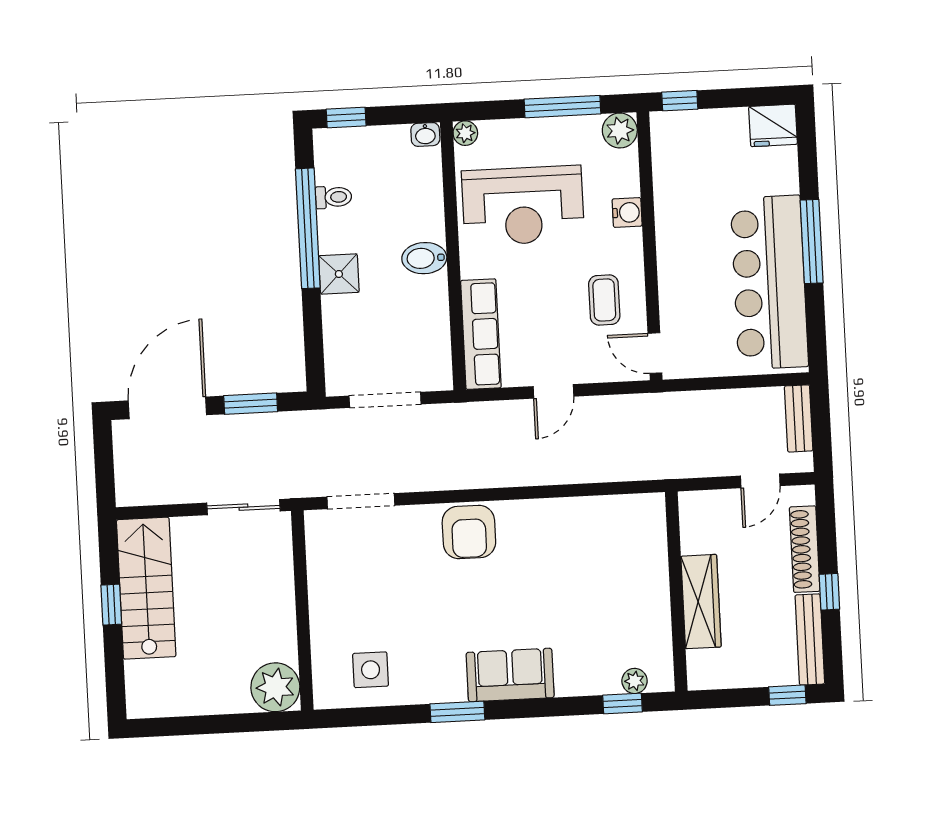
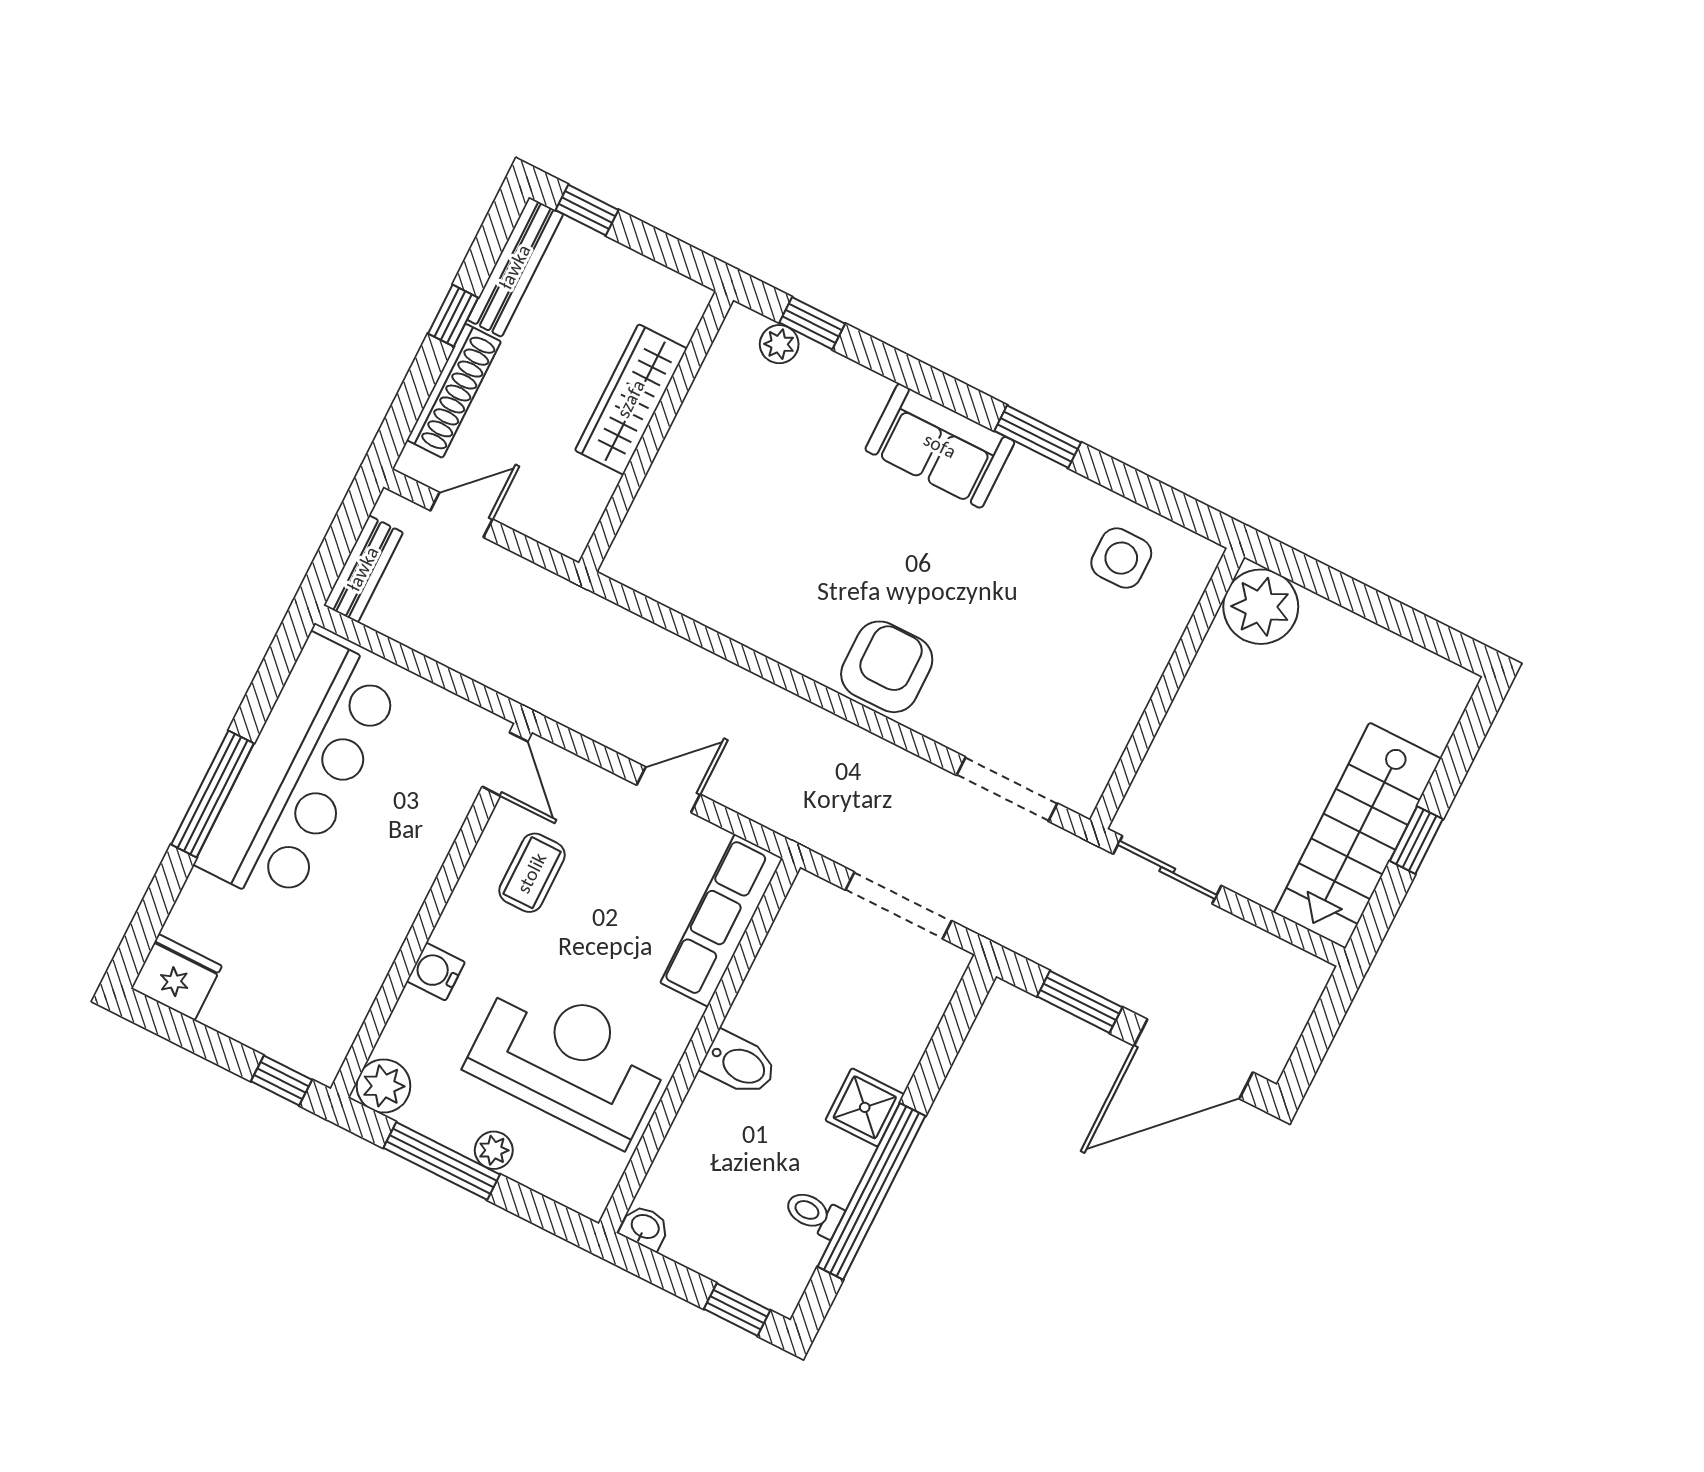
plant: (465, 133) -> (494, 1150), moved

